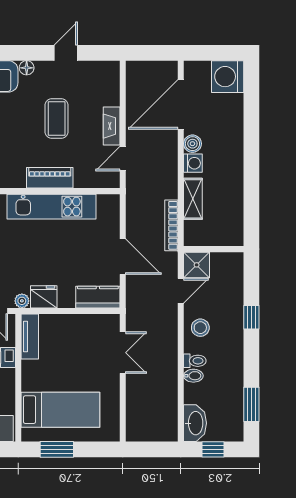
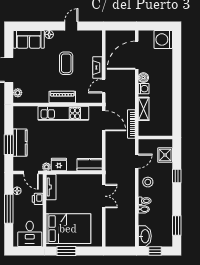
door: (123, 257) -> (104, 121), moved
shower: (197, 265) -> (165, 155), moved
bed: (60, 410) -> (68, 229), width x1.50

